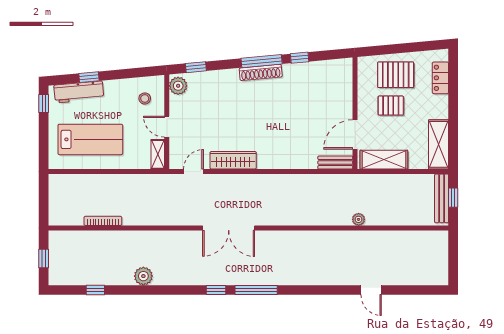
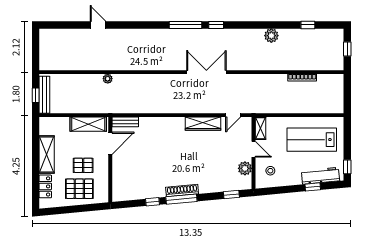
plant: (178, 86) -> (245, 168), moved
shelving: (439, 144) -> (47, 154), moved

